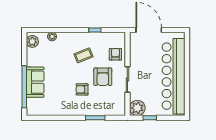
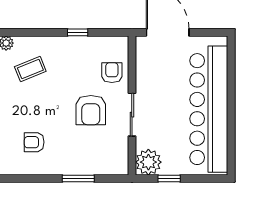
coffee table: (84, 55) -> (30, 69), moved
armchair: (82, 89) -> (34, 142), moved

